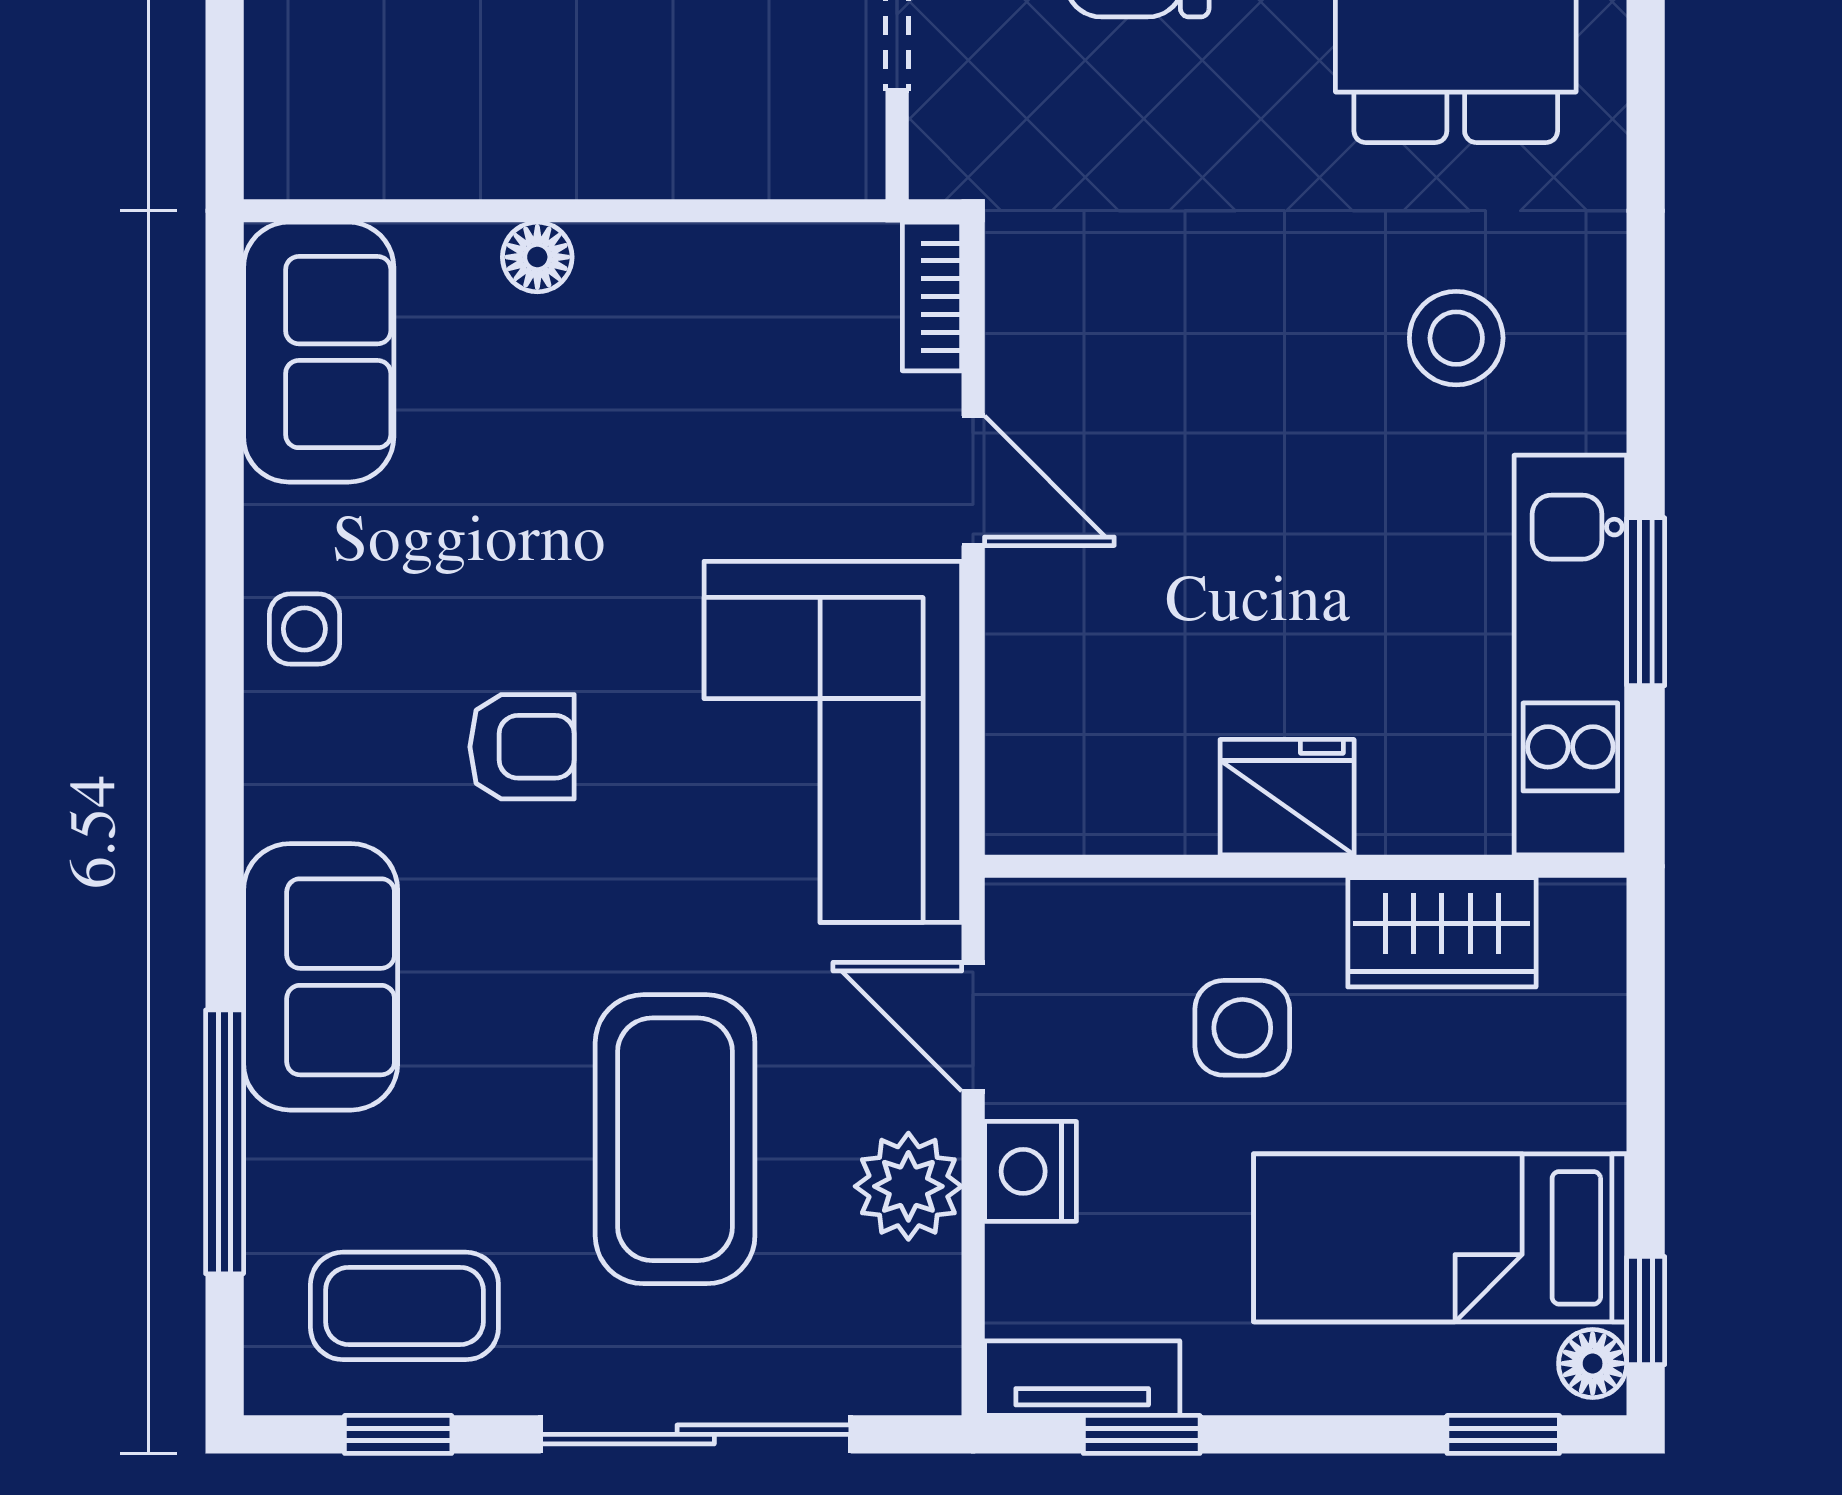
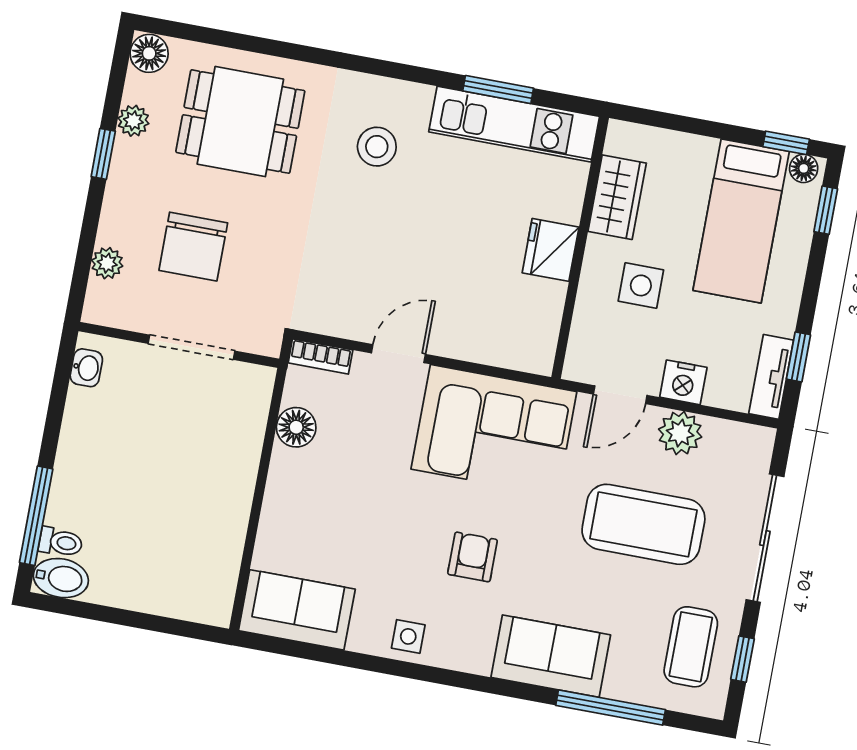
floor lamp: (537, 257) -> (296, 427), moved, width x1.37, depth x1.37

